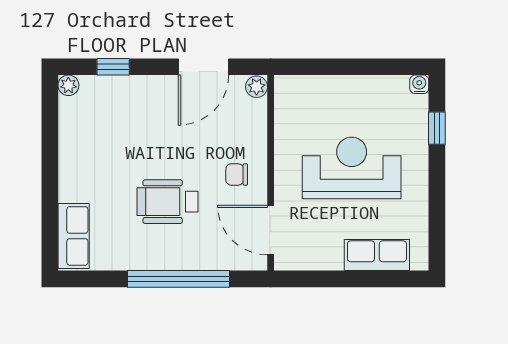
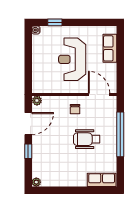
window: (113, 67) -> (28, 151), moved
door: (203, 67) -> (28, 124), hinge flipped
wheelchair: (167, 202) -> (87, 139), turned 90
door: (271, 230) -> (99, 94), swing flipped

